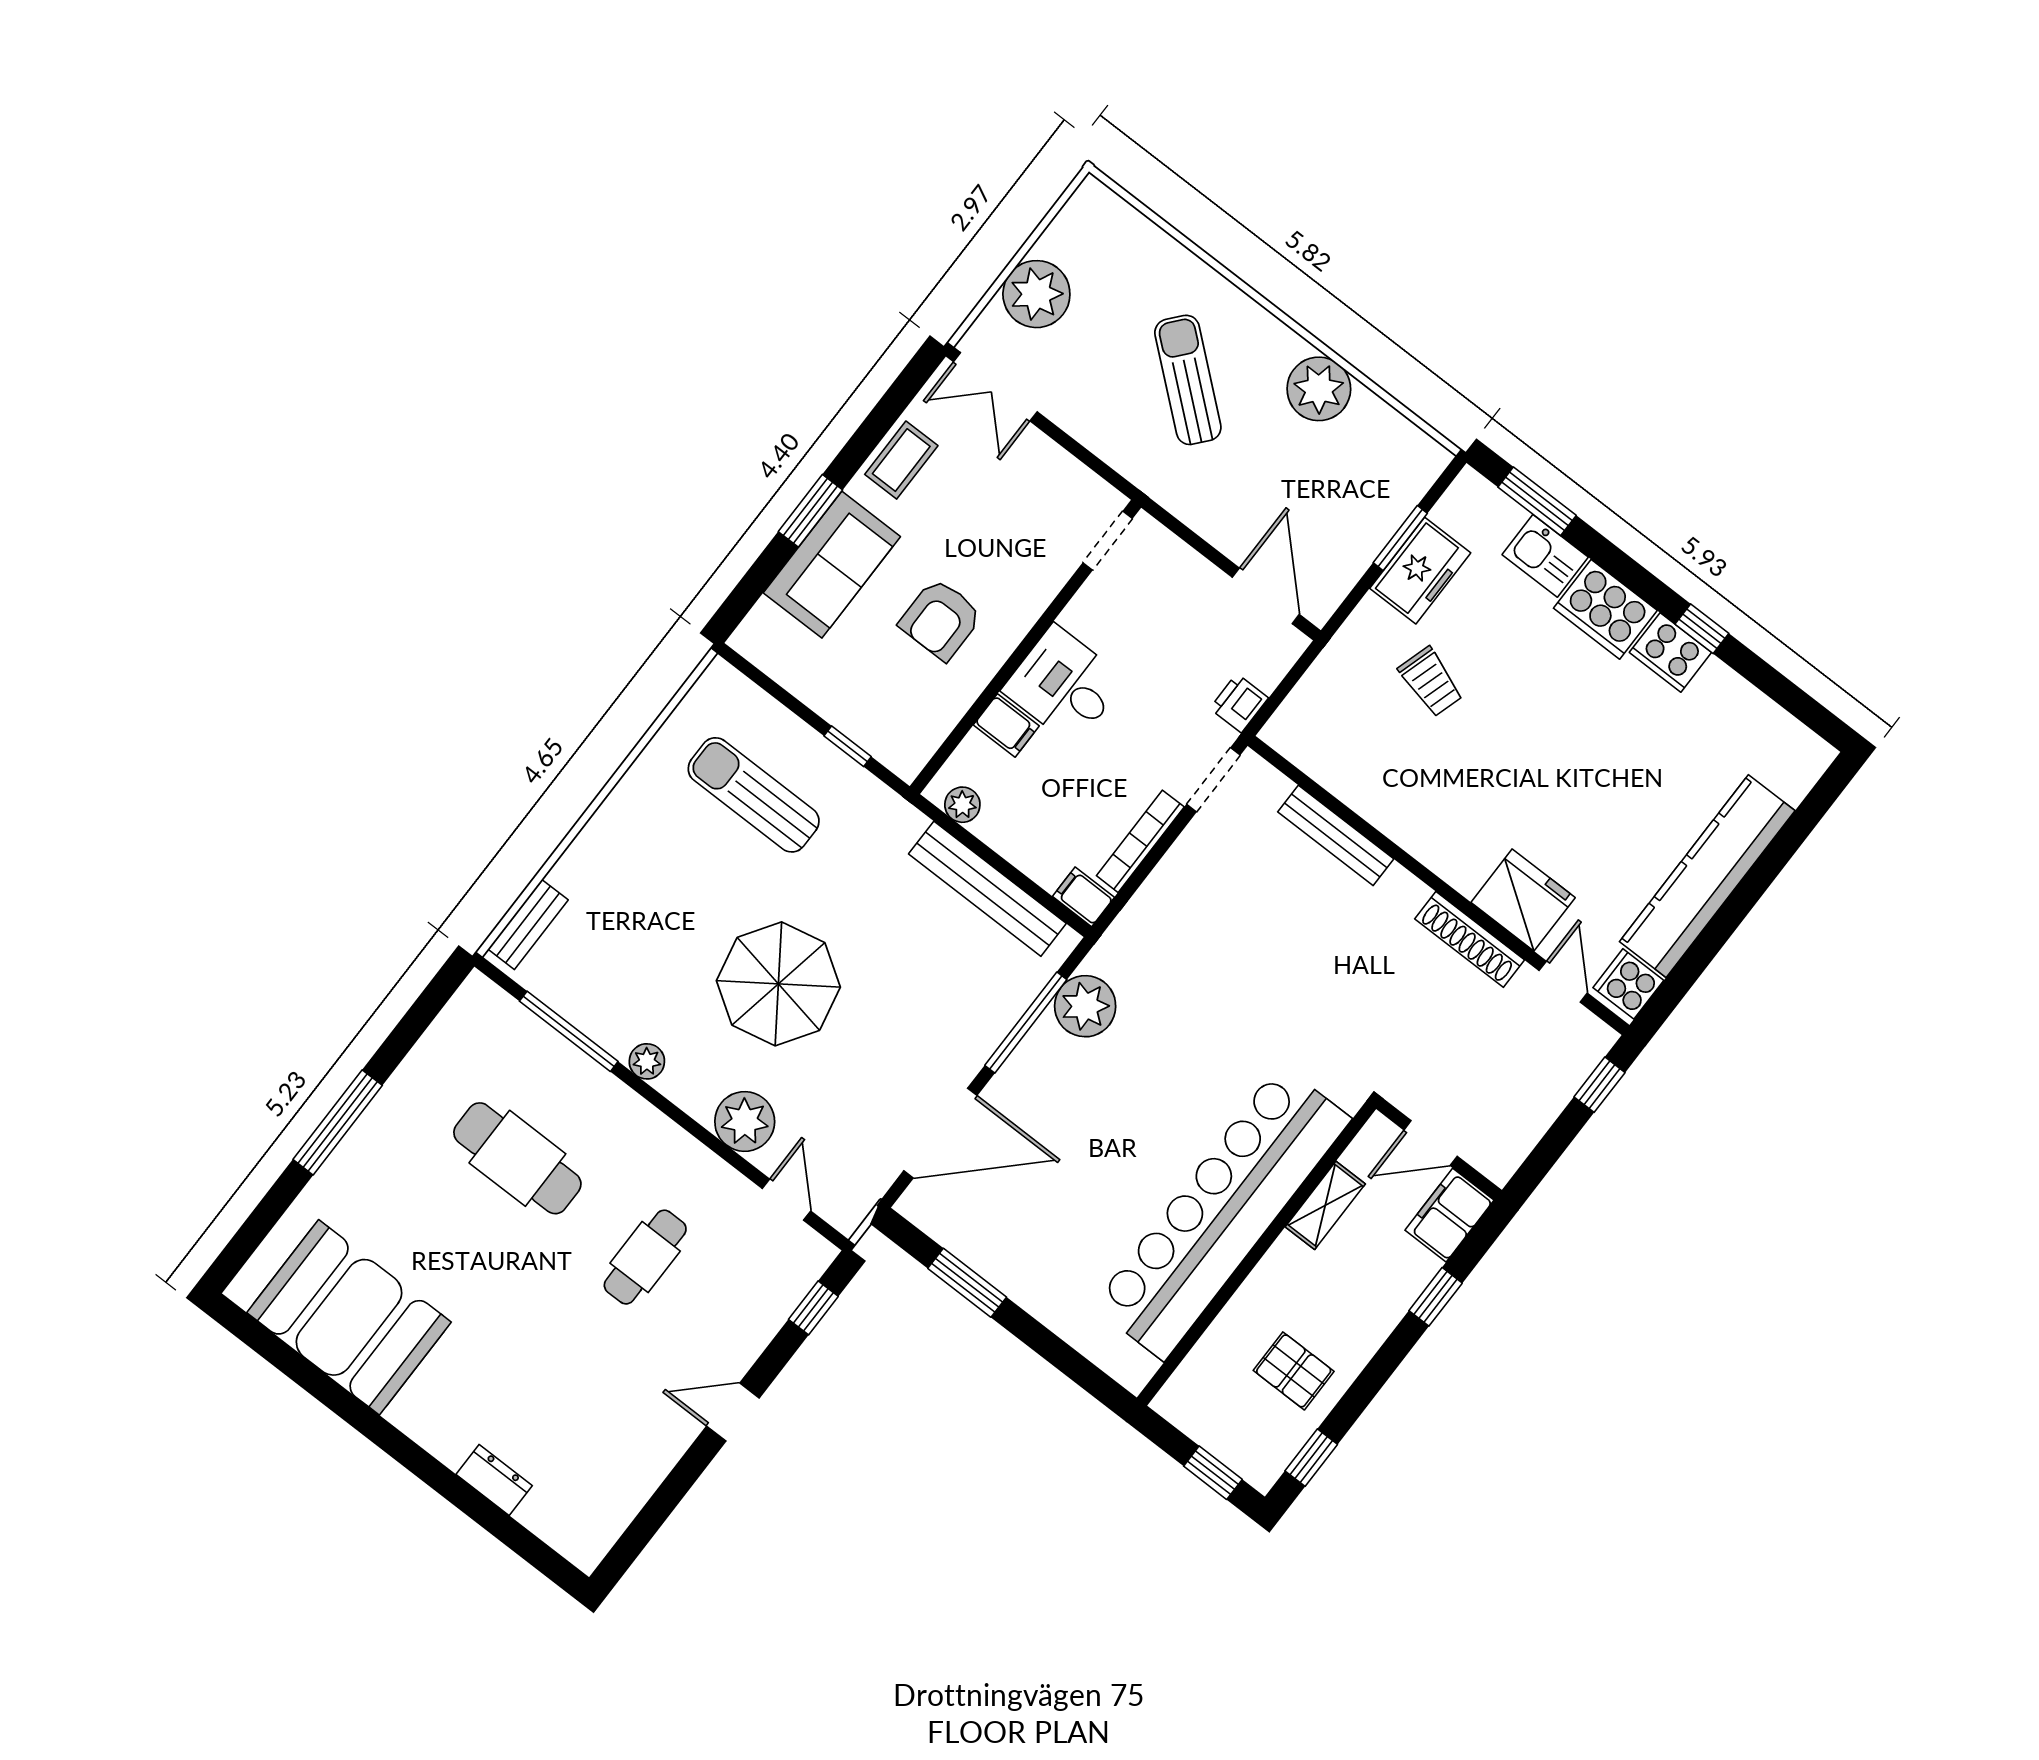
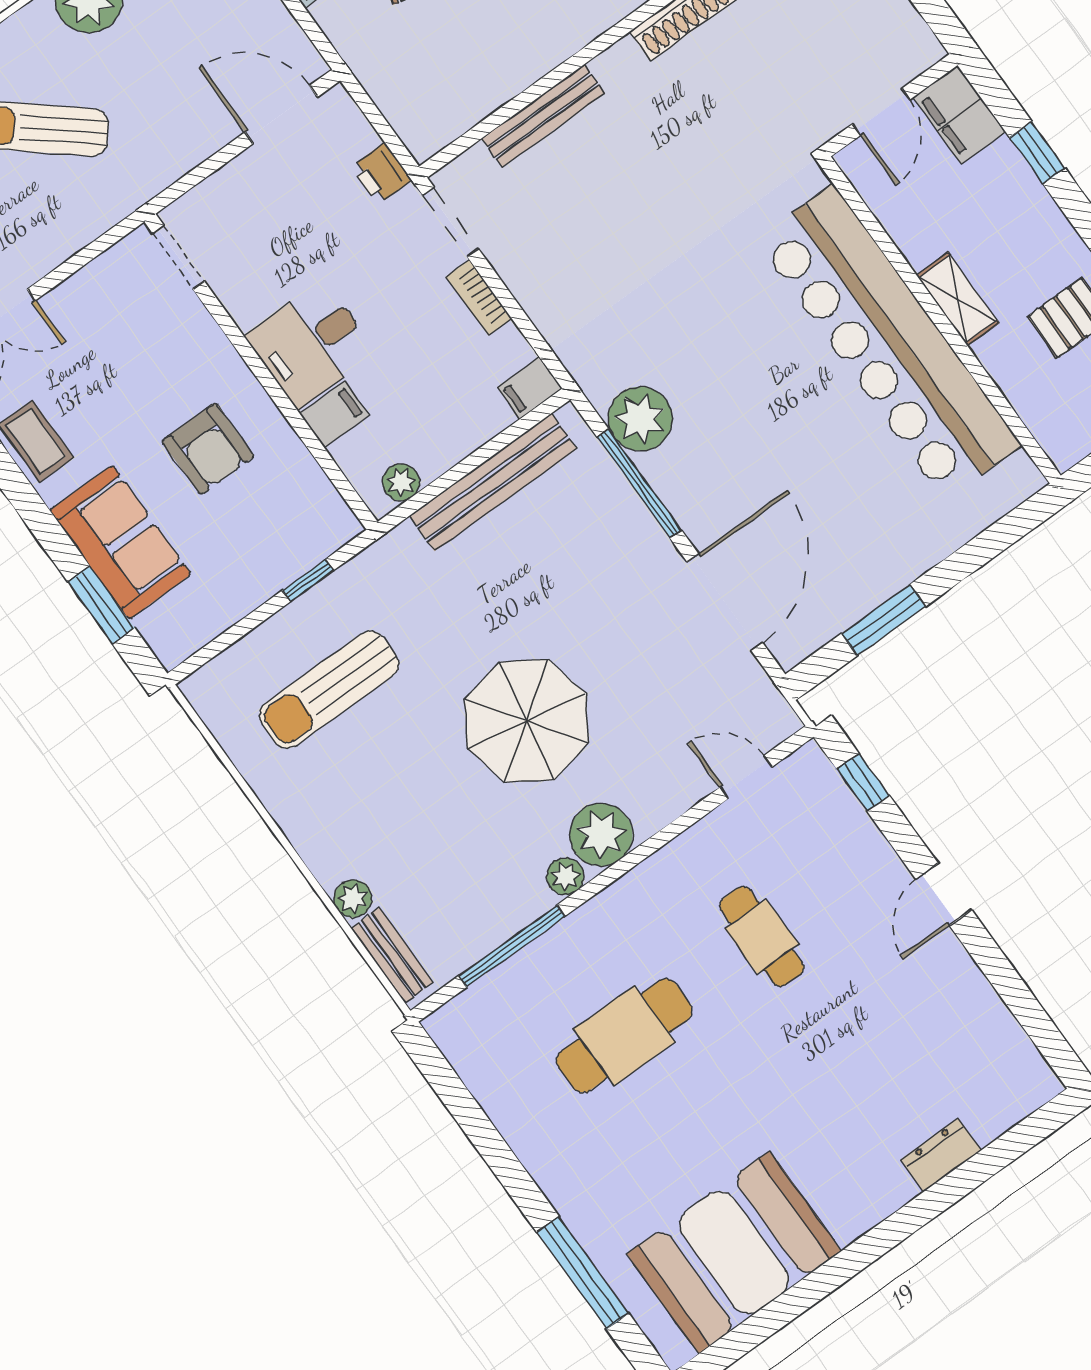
window: (810, 511) -> (101, 605), moved
bookcase: (1140, 841) -> (479, 298), width x0.64
plant: (569, 873) -> (353, 899), added
plant: (745, 1121) -> (601, 835), moved
window: (338, 1122) -> (583, 1273), moved
shelving: (1325, 1205) -> (958, 299), moved

